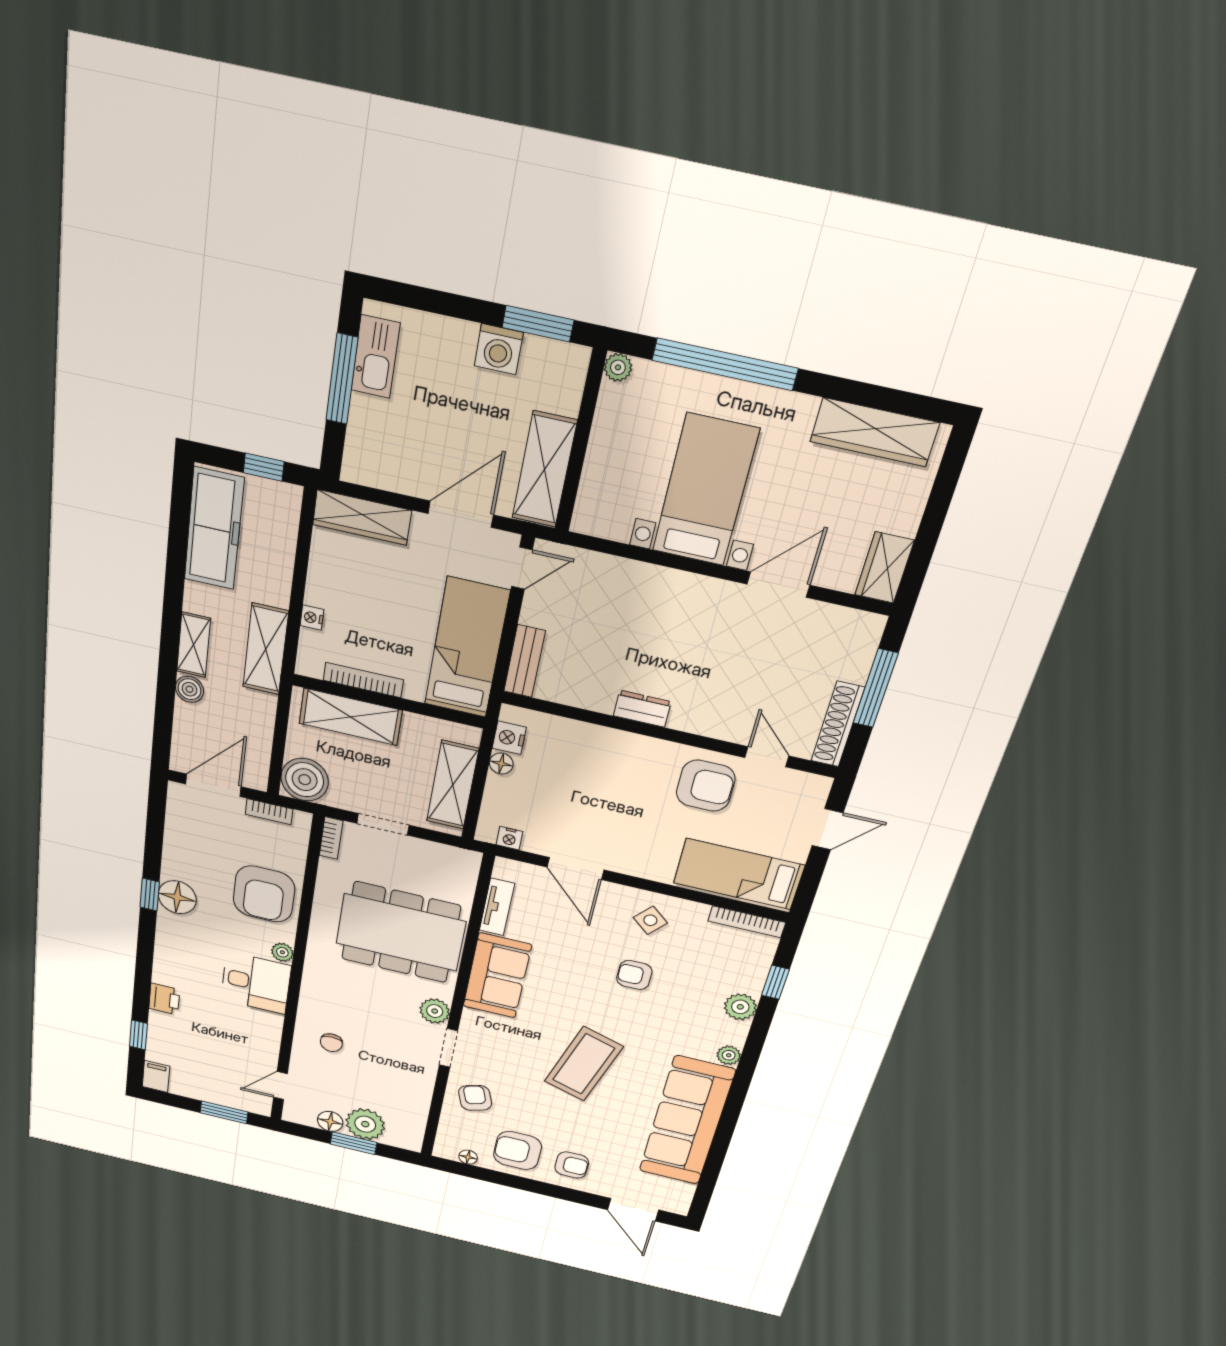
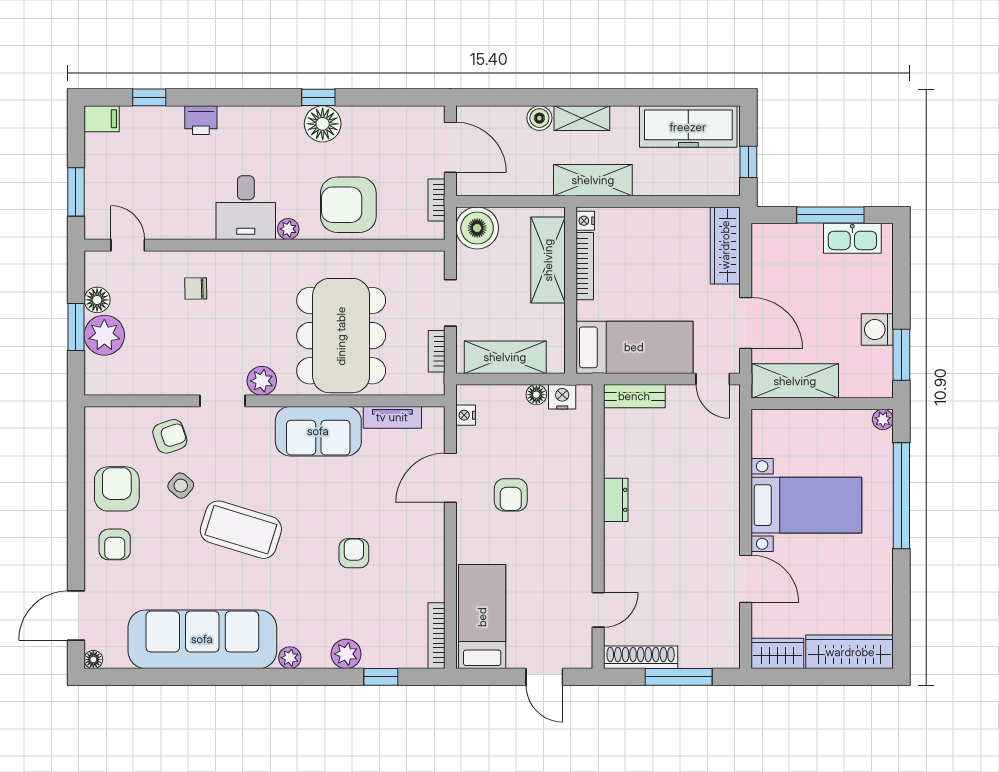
wardrobe: (875, 432) -> (850, 652), moved, turned 90
nightstand: (312, 618) -> (585, 221), moved, turned -90
armchair: (706, 786) -> (511, 495), moved, width x0.72, depth x0.72
bookcase: (331, 838) -> (437, 351), moved, turned 90
side table: (650, 920) -> (181, 486), moved
floor lamp: (468, 1157) -> (93, 660), moved

